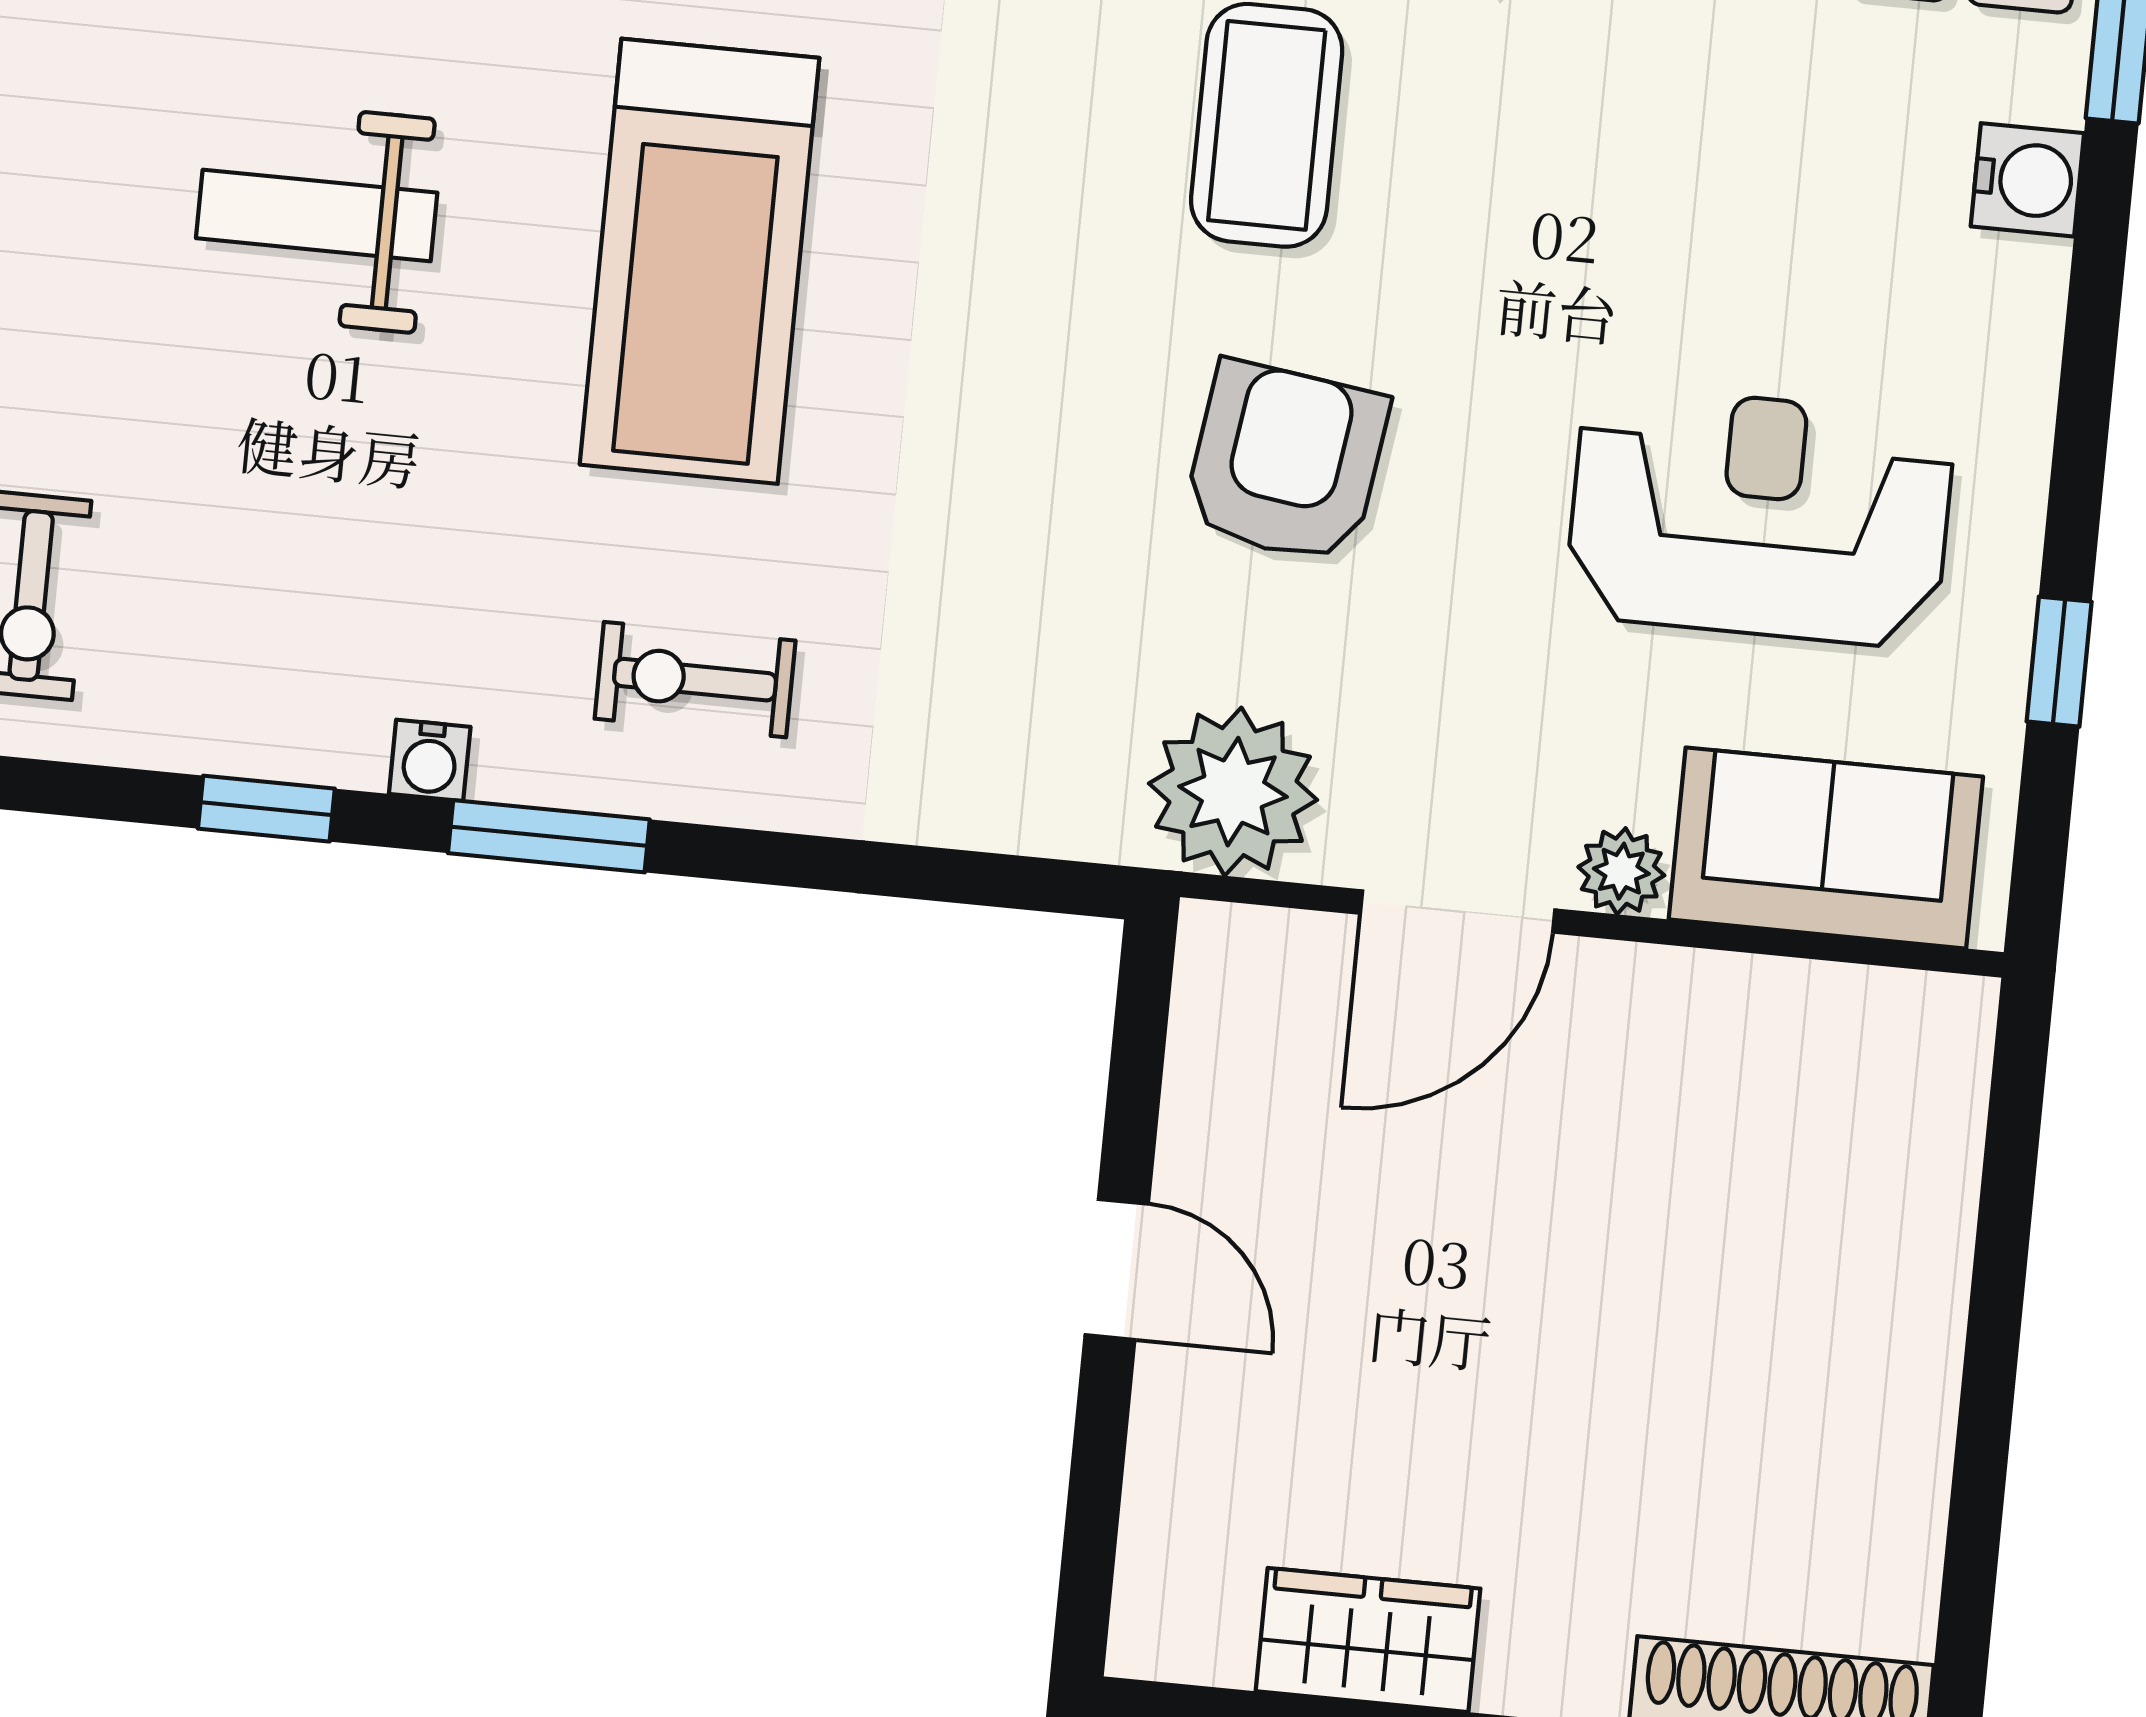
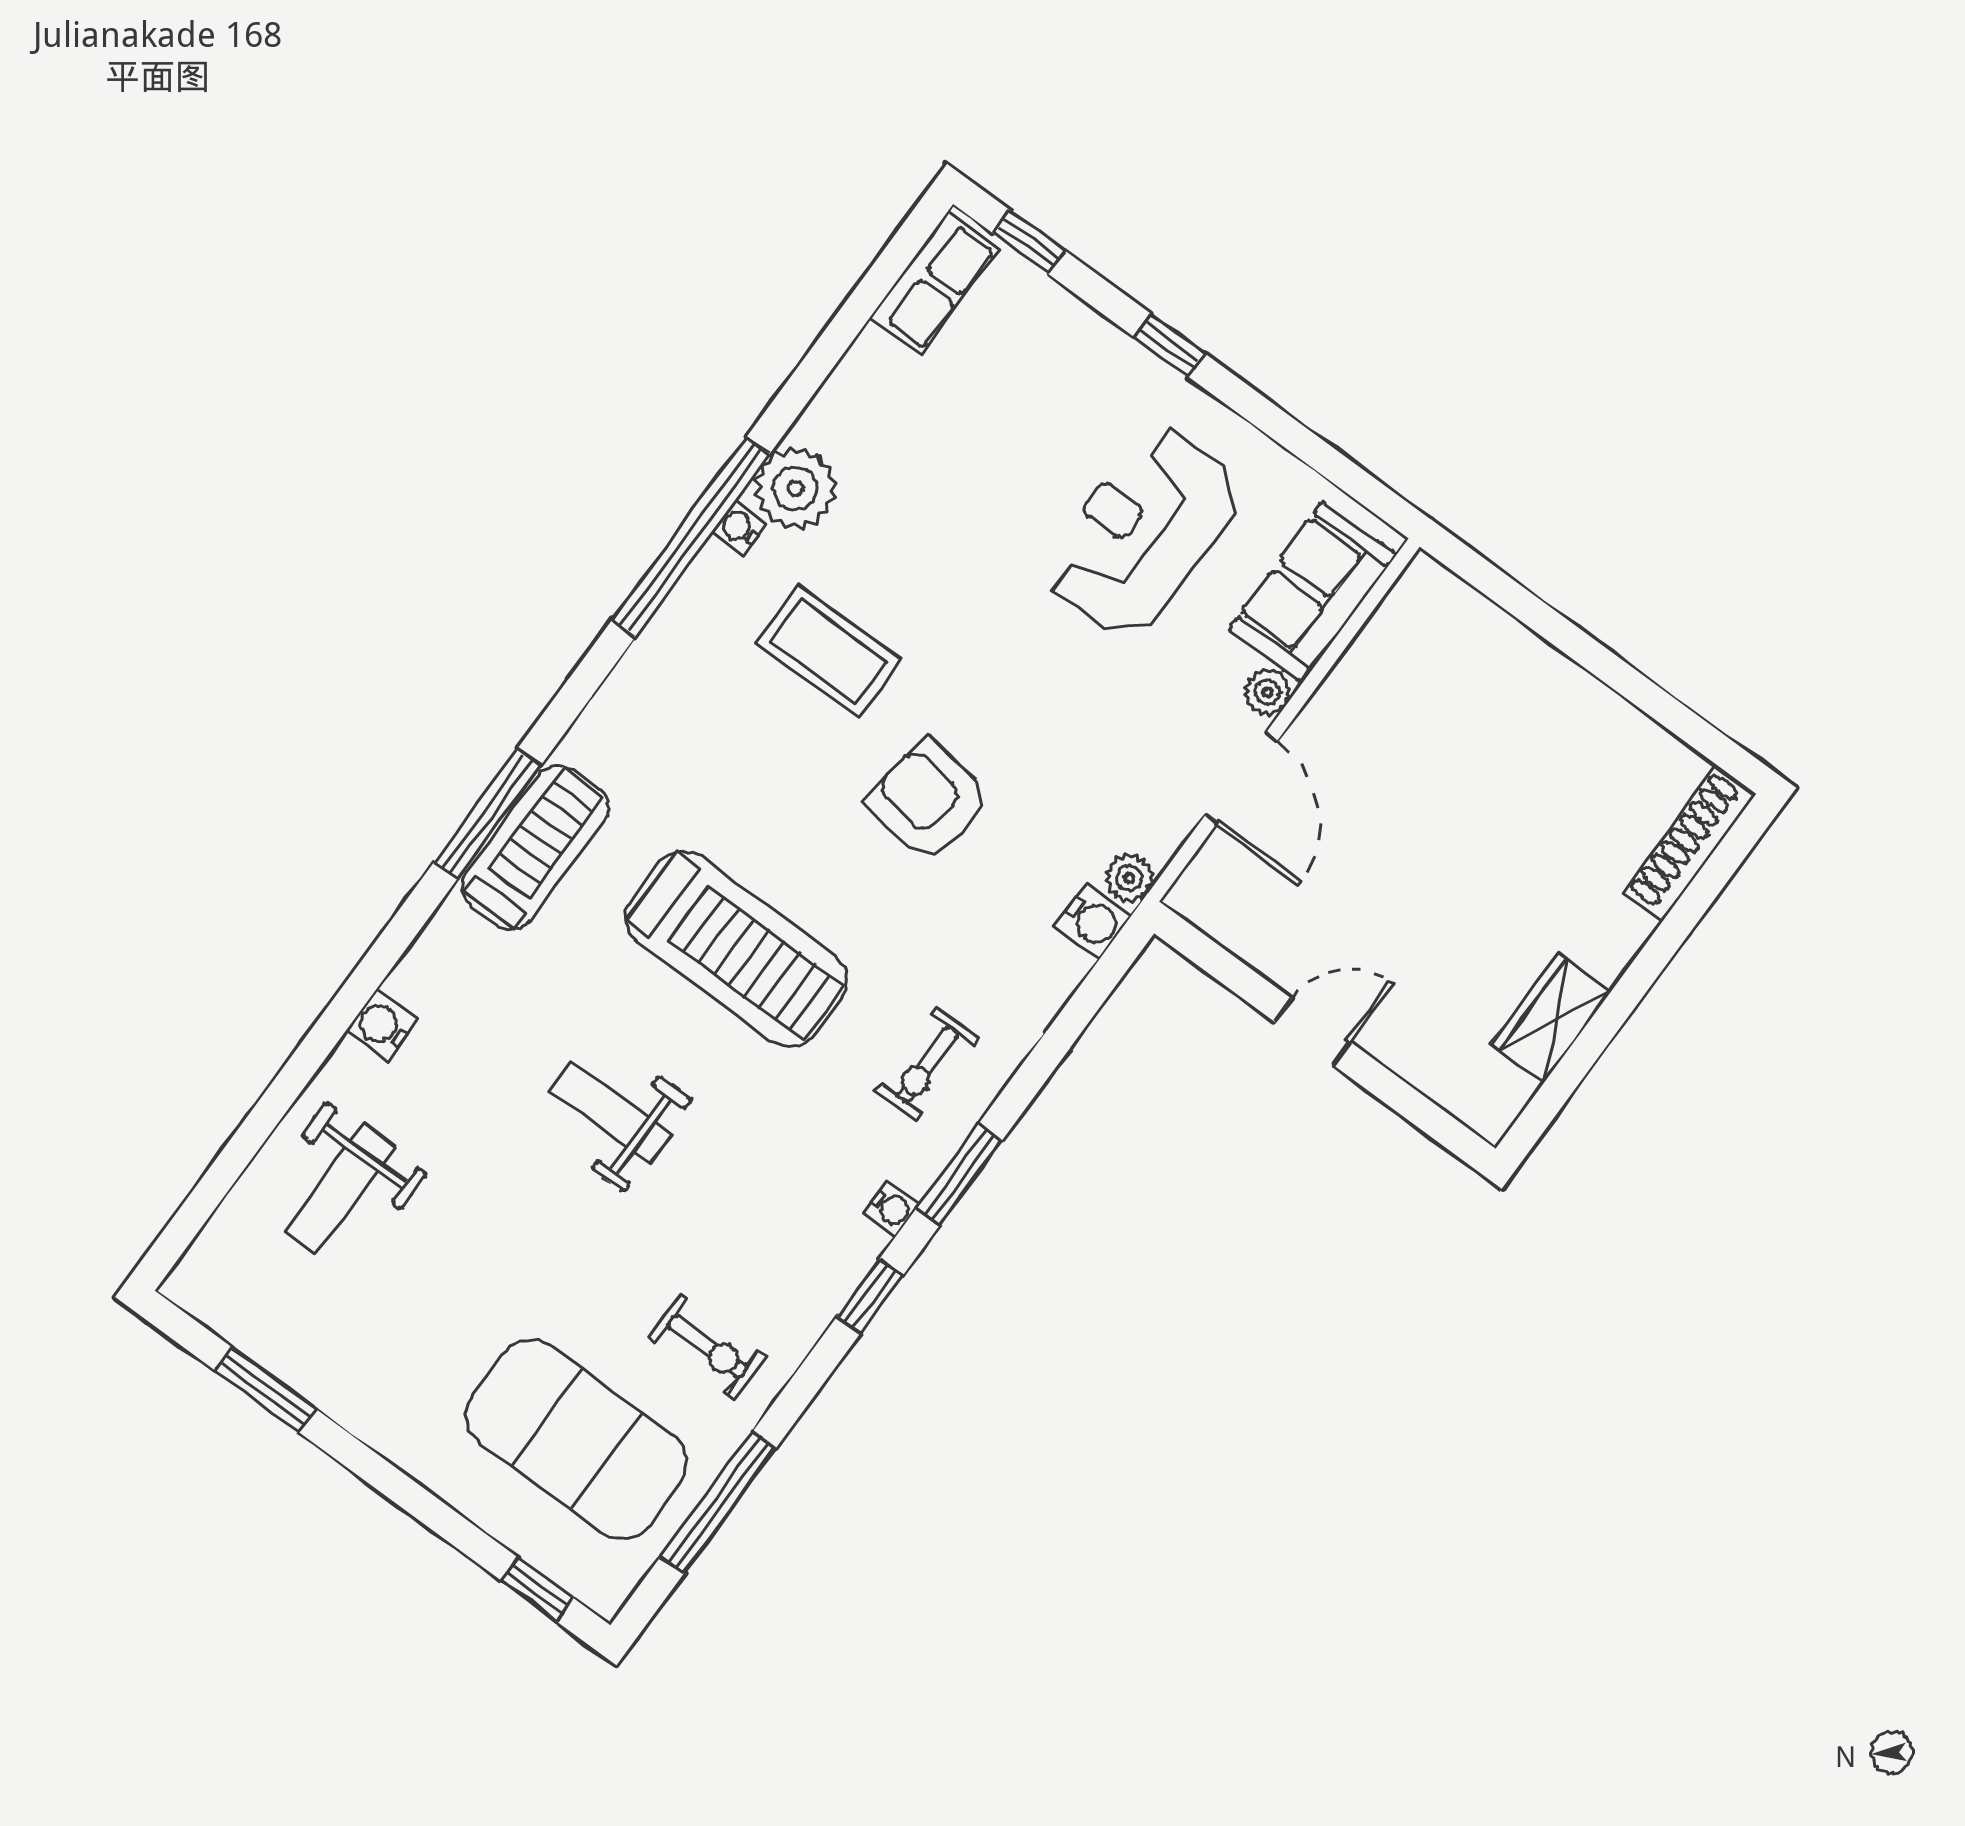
water cooler: (2027, 180) -> (1093, 921), moved, turned 90
weight bench: (317, 215) -> (611, 1112), turned 90
armchair: (1286, 462) -> (929, 801), moved
window: (2059, 662) -> (1170, 345), moved
plant: (1233, 792) -> (1130, 878), width x0.53, depth x0.53

